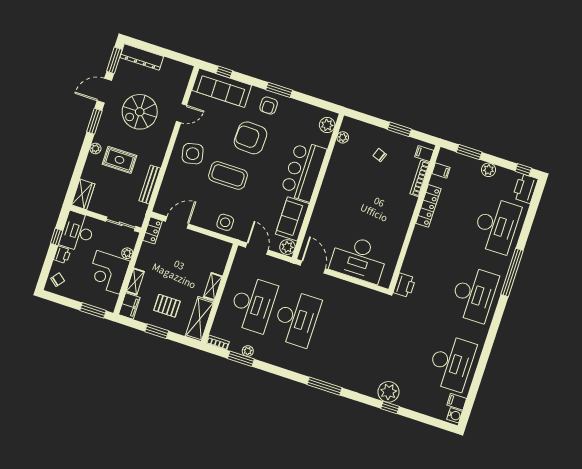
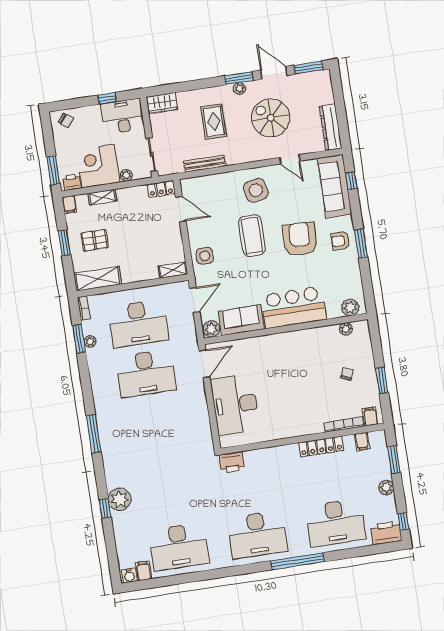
dresser: (142, 57) -> (331, 127), moved
plant: (95, 148) -> (239, 89), moved
printer: (62, 255) -> (72, 182), moved, turned 180
shelving: (213, 287) -> (173, 270), moved
filing cabinet: (129, 306) -> (69, 204), width x0.50
pallet: (167, 306) -> (95, 240), turned 90

